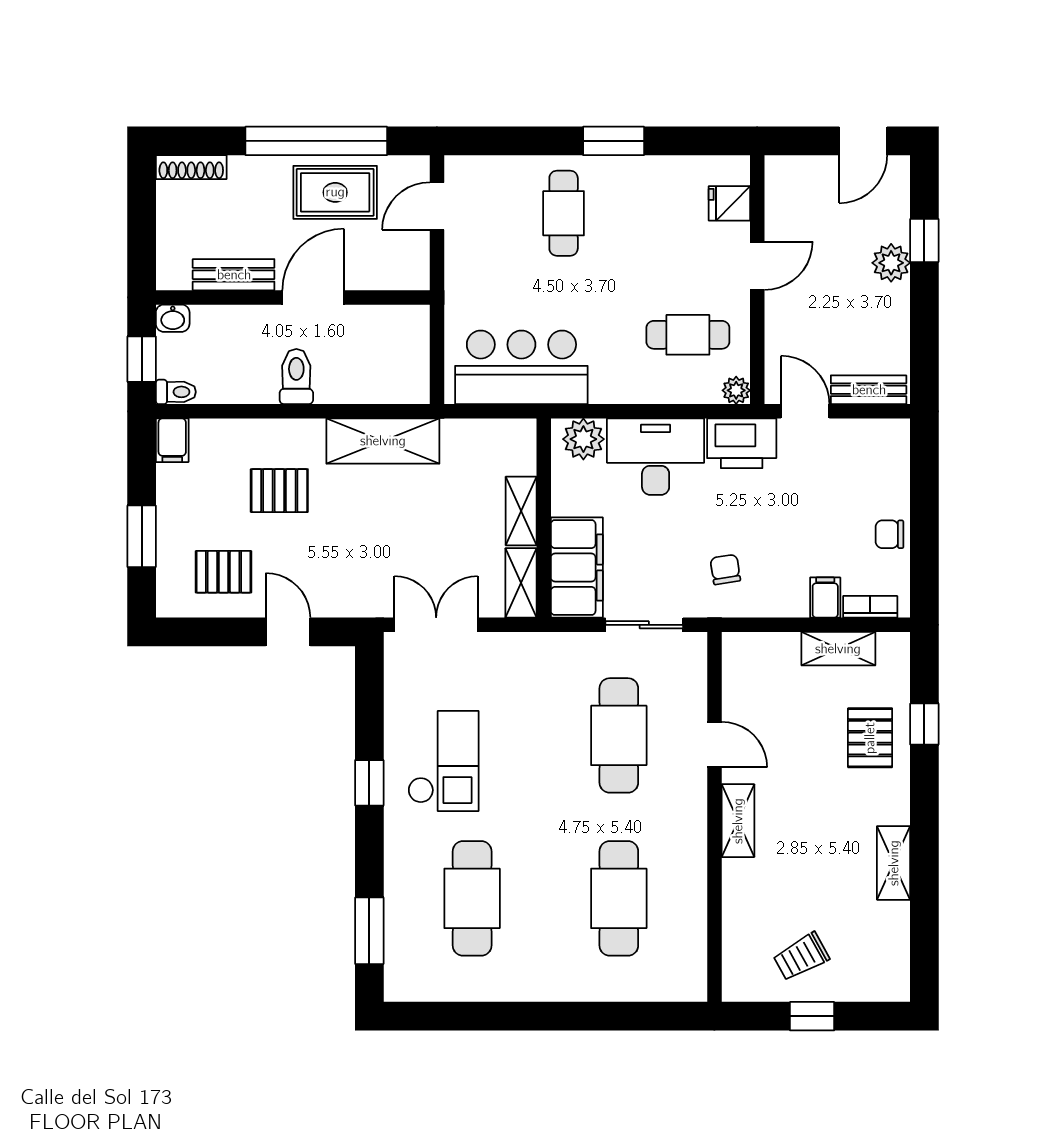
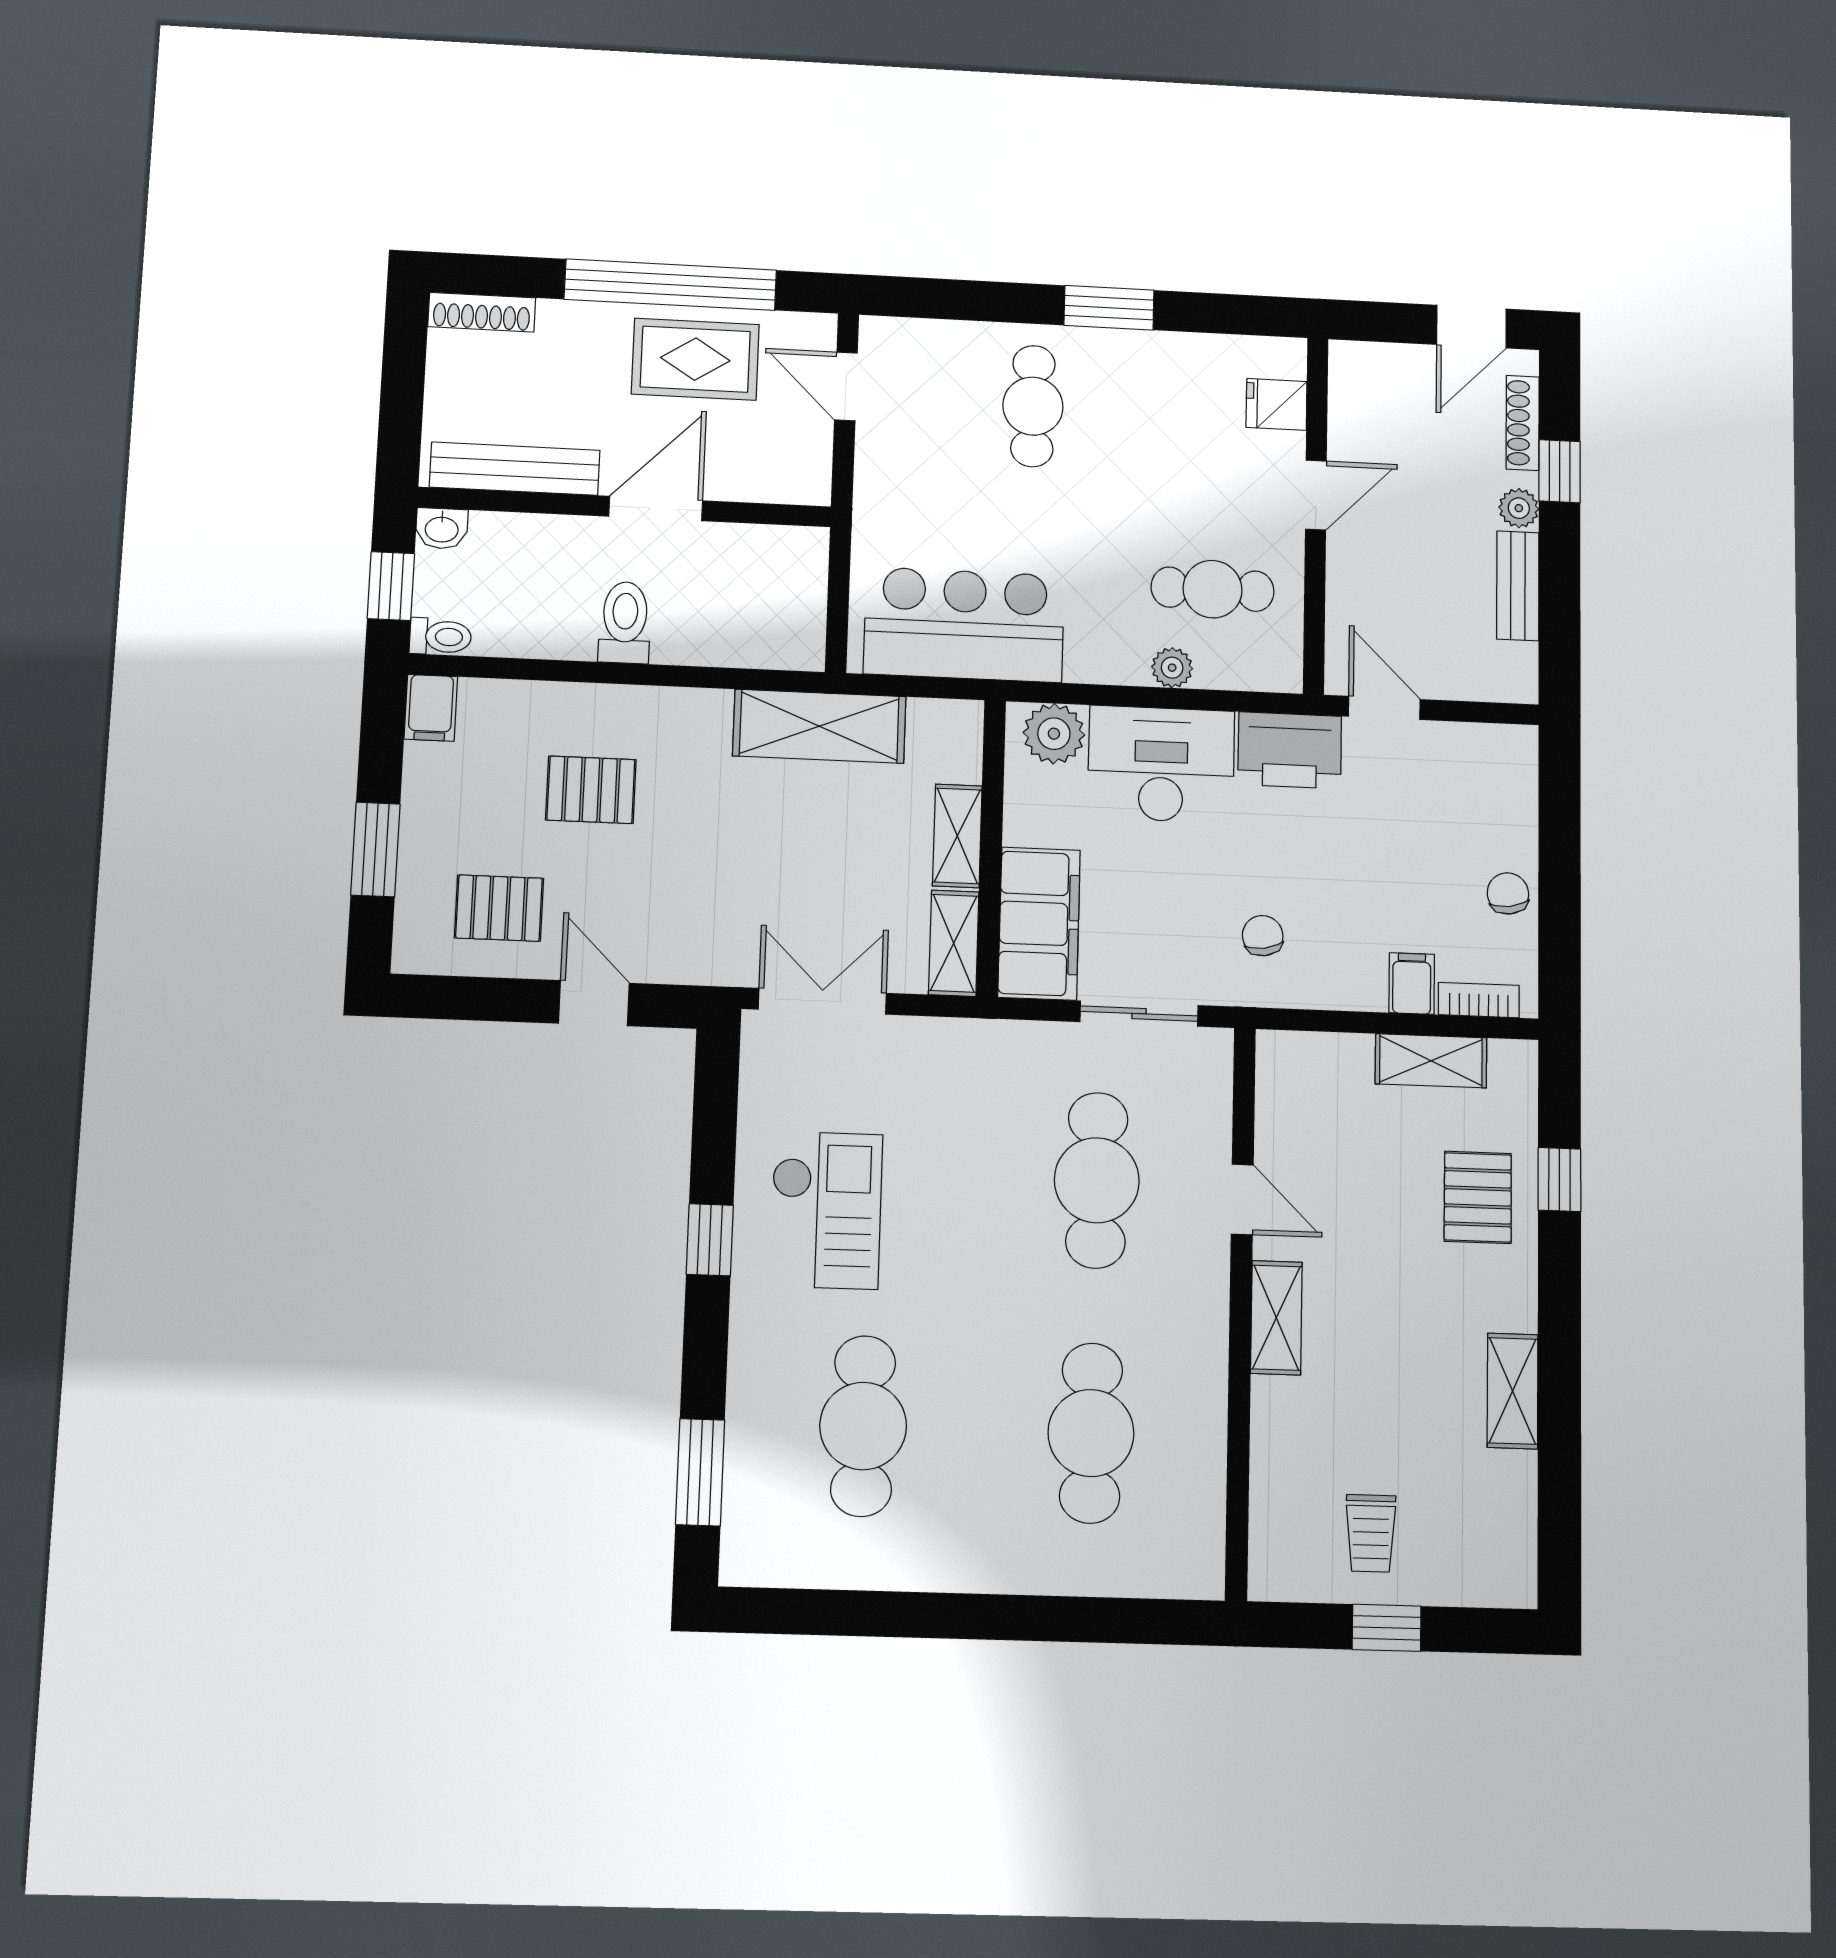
door: (437, 206) -> (846, 386), hinge flipped
shoe rack: (899, 208) -> (1523, 423), added
plant: (891, 263) -> (1519, 508), width x0.73, depth x0.73
bench: (234, 275) -> (515, 469), width x1.36
plant: (736, 390) -> (1172, 668), moved
bench: (869, 390) -> (1518, 586), moved, turned 90
shelving: (383, 441) -> (819, 726), moved
chair: (890, 534) -> (1508, 893), turned 82
trolley: (801, 957) -> (1371, 1533), turned -61

